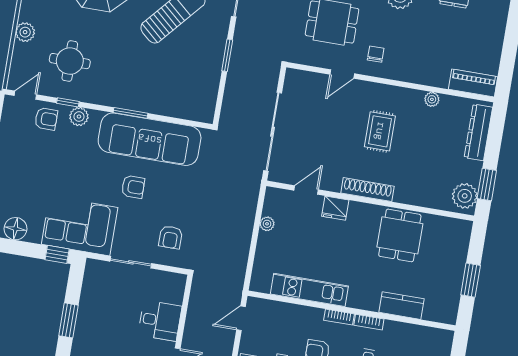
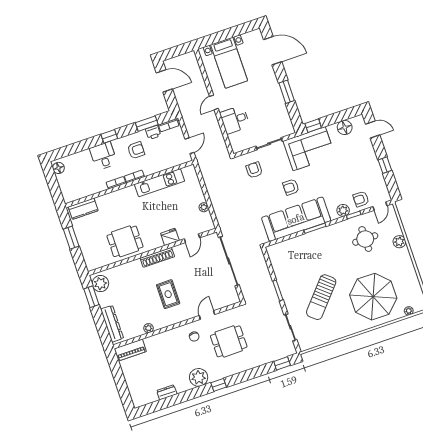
dining table: (400, 235) -> (125, 241), turned 90
kitchen counter: (401, 306) -> (83, 209), moved

